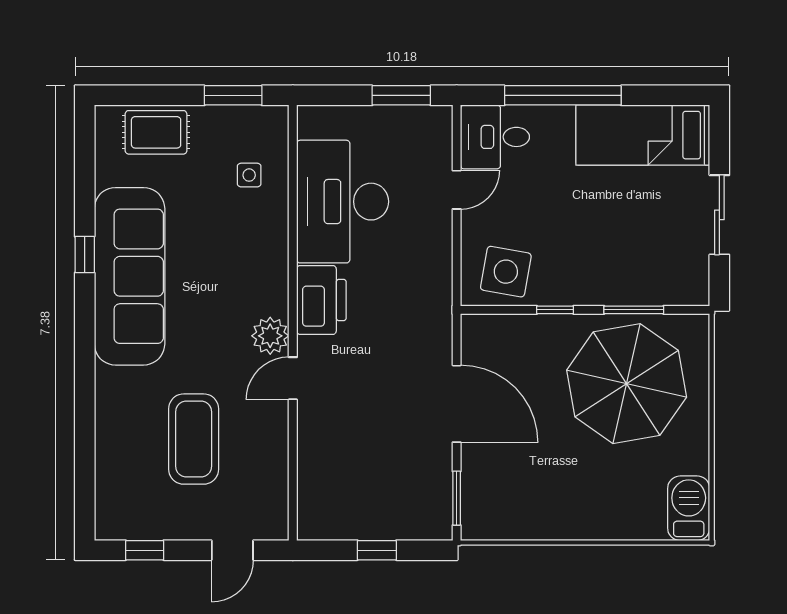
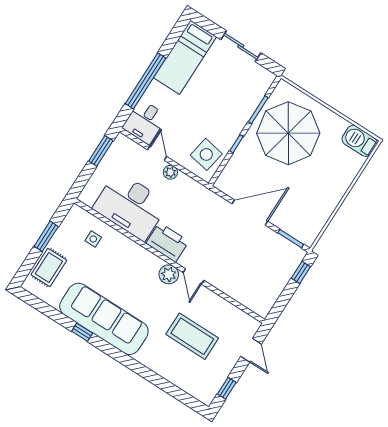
window: (233, 95) -> (46, 236), moved
plant: (439, 232) -> (170, 172), added
window: (377, 550) -> (301, 272), moved

